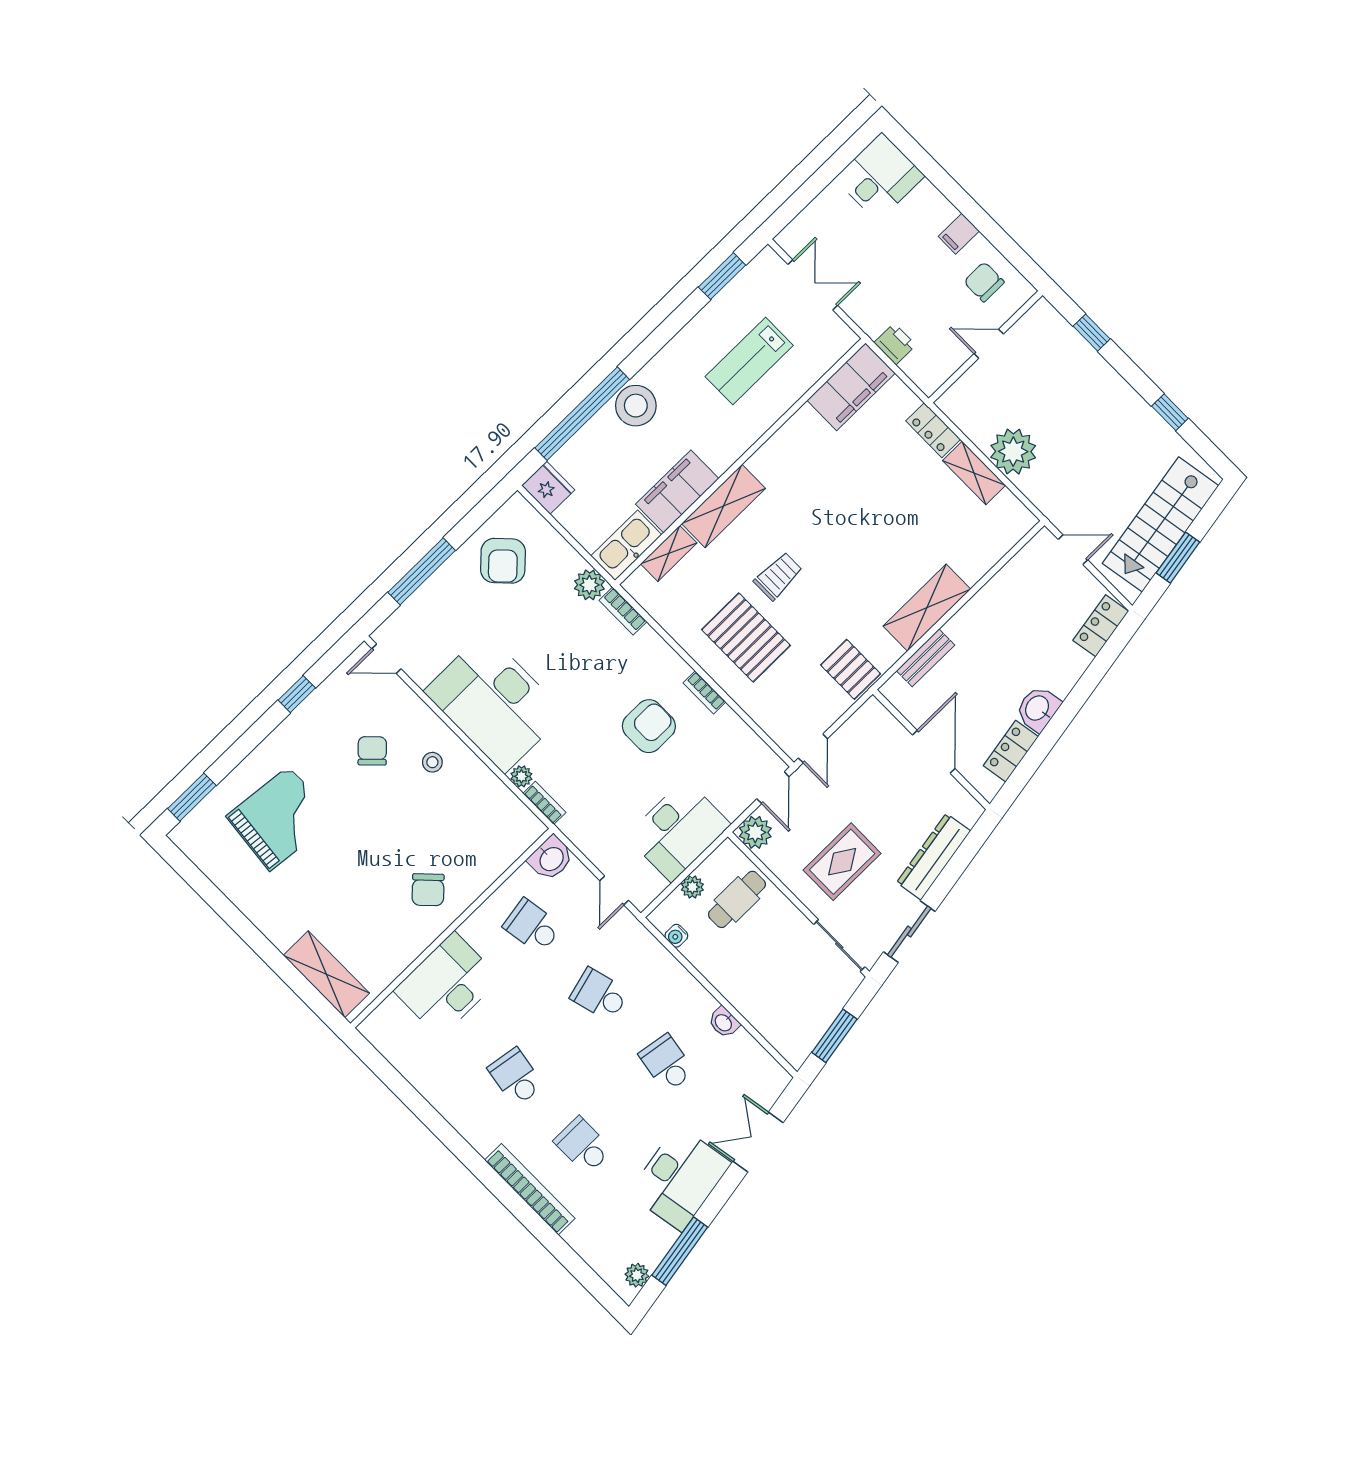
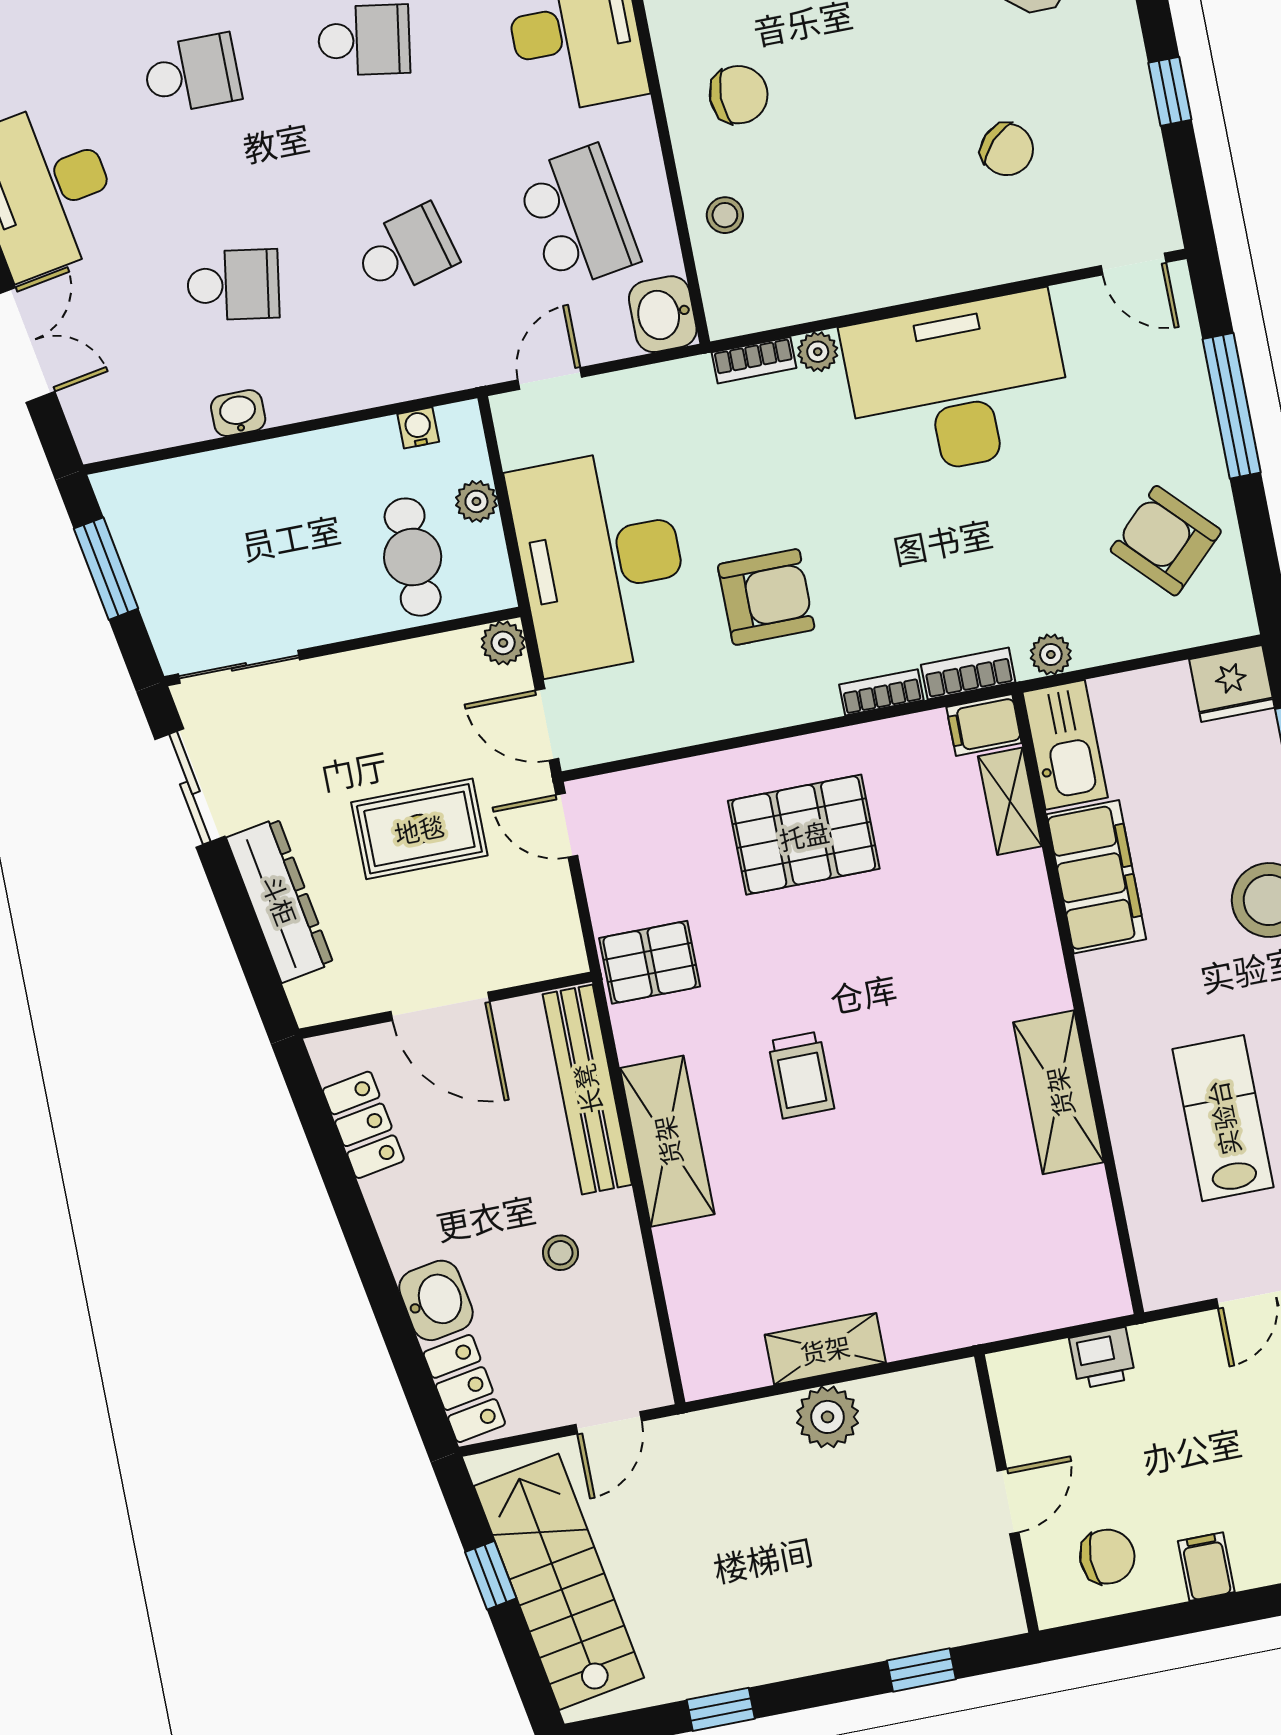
filing cabinet: (851, 387) -> (984, 725), moved, width x0.33, depth x0.86
locker: (933, 430) -> (932, 1329), removed
plant: (1013, 452) -> (828, 1417), width x0.73, depth x0.73
shelving: (723, 506) -> (1059, 1092), moved
window: (1178, 558) -> (491, 1575), width x0.67
trolley: (778, 576) -> (801, 1075), moved
plant: (589, 585) -> (1051, 655), width x0.73, depth x0.73
stool: (1010, 623) -> (560, 1253), added
bench: (926, 658) -> (587, 1089), width x1.86, depth x1.21
door: (386, 659) -> (1133, 264), swing flipped
bookcase: (704, 692) -> (881, 692), moved
washbasin: (1038, 709) -> (436, 1300), moved
armchair: (649, 726) -> (766, 597), turned -90
stool: (432, 762) -> (725, 215), moved
desk: (678, 830) -> (601, 561), width x1.36, depth x1.30
plant: (755, 832) -> (503, 643), width x0.73, depth x0.73
rug: (842, 862) -> (419, 829), moved, turned 90
chair: (428, 890) -> (739, 95), turned 134
door: (614, 890) -> (550, 378), hinge flipped
school desk: (532, 926) -> (578, 217), width x1.85

